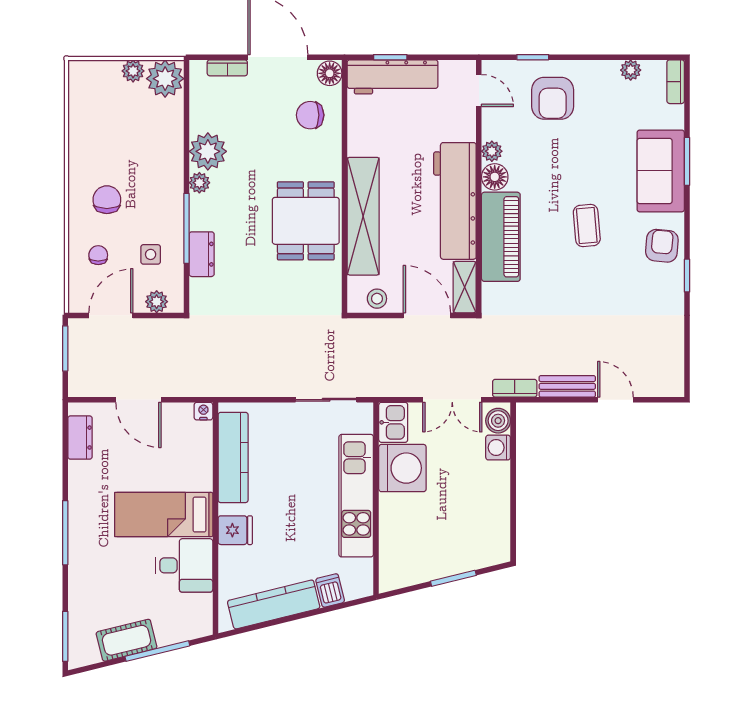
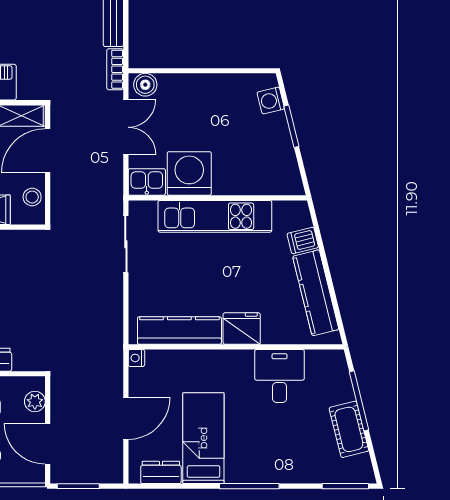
washing machine: (498, 448) -> (271, 101), moved, turned 76
bed: (164, 515) -> (203, 438), moved, turned 180
fridge: (235, 530) -> (242, 329), width x1.38

